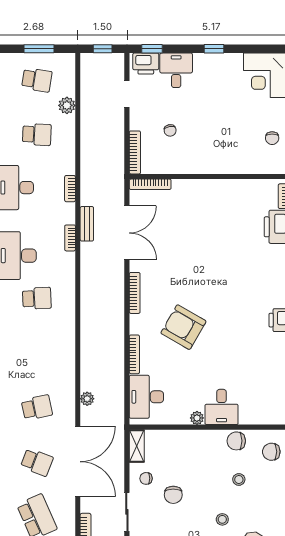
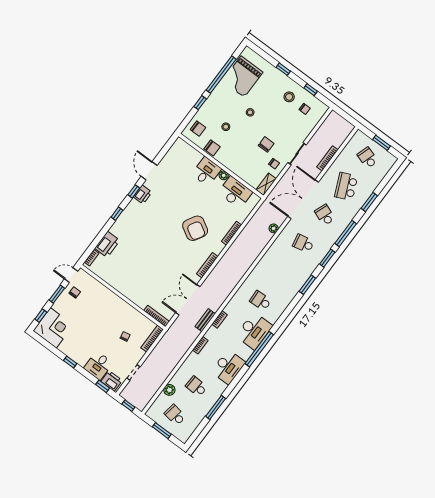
desk: (146, 397) -> (235, 192), moved, turned -90

